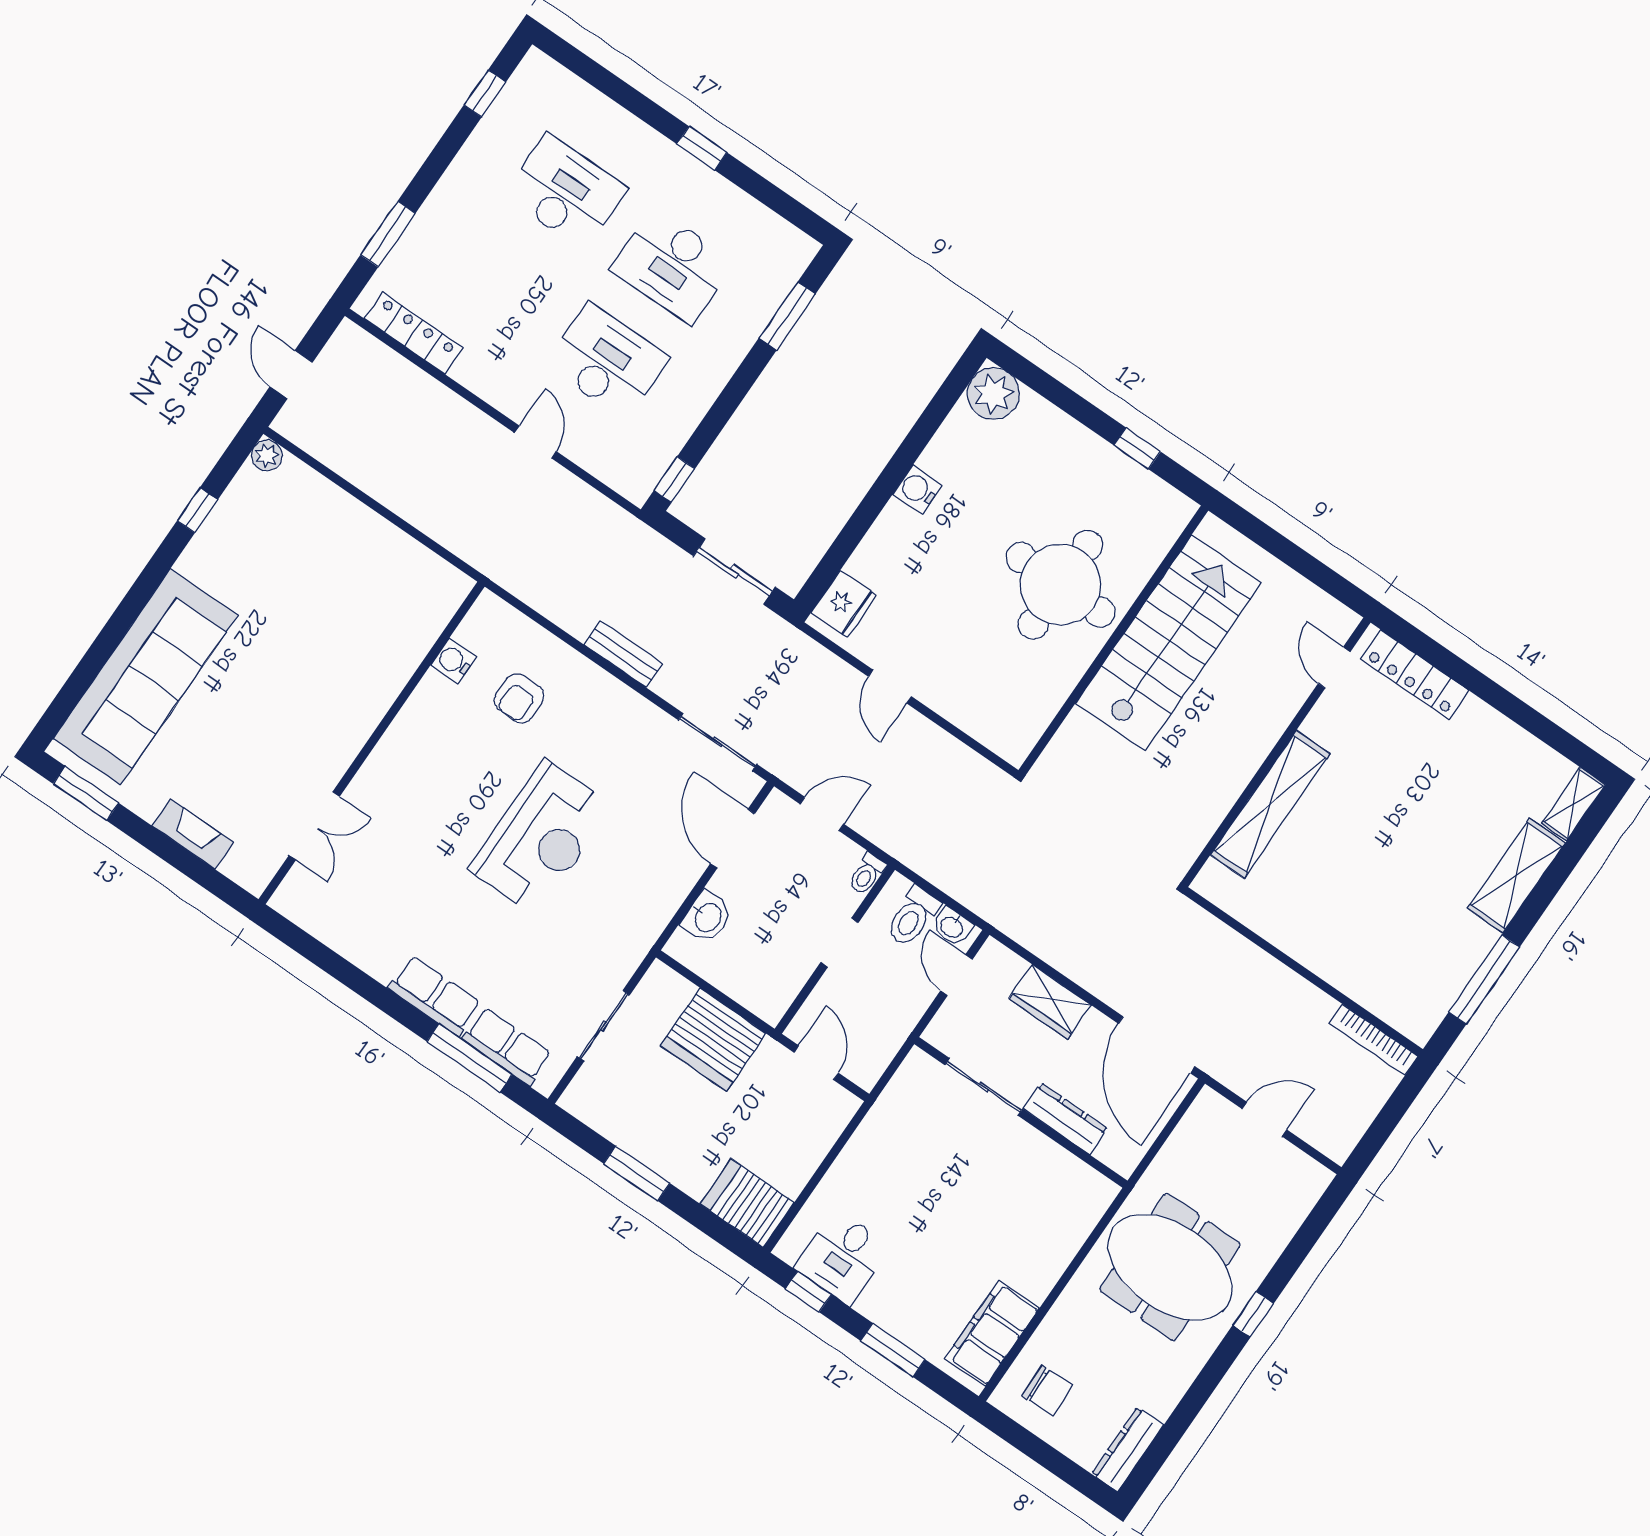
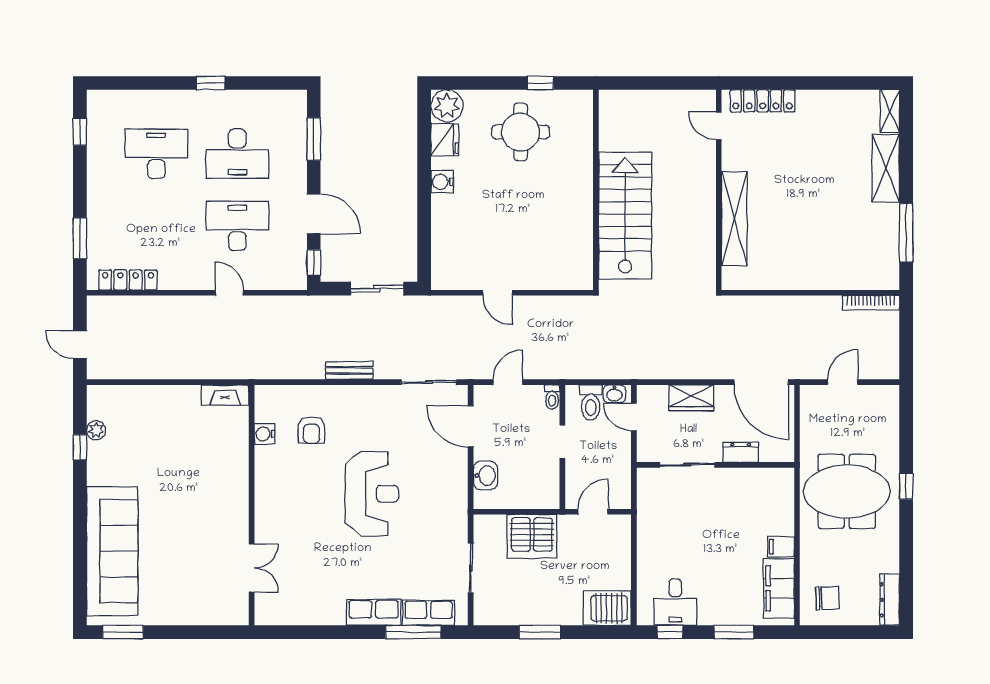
door: (719, 415) -> (314, 214), added
plant: (267, 455) -> (96, 430), moved
round table: (1060, 585) -> (521, 132), moved, width x0.73, depth x0.73
fridge: (844, 604) -> (445, 140), moved
stairs: (1169, 643) -> (625, 216), moved
fireplace: (193, 834) -> (225, 395), moved, turned 180
door: (816, 1063) -> (593, 512), hinge flipped
dresser: (1066, 1119) -> (741, 452), width x0.70
filing cabinet: (1033, 1280) -> (781, 547), added

